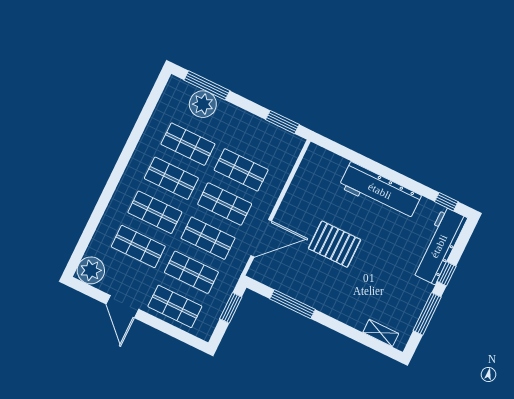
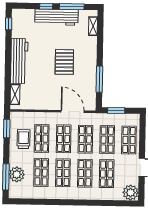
trolley: (254, 141) -> (24, 139), added
shelving: (330, 160) -> (15, 95), added
pallet: (335, 244) -> (64, 62), moved
workbench: (439, 246) -> (56, 17), moved

